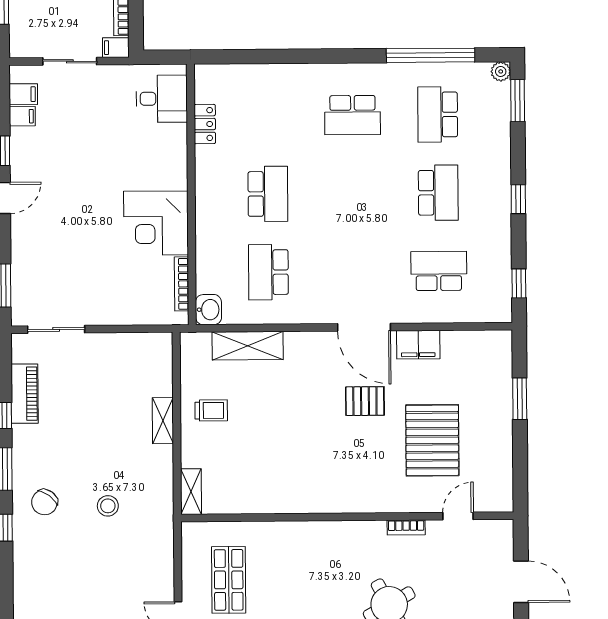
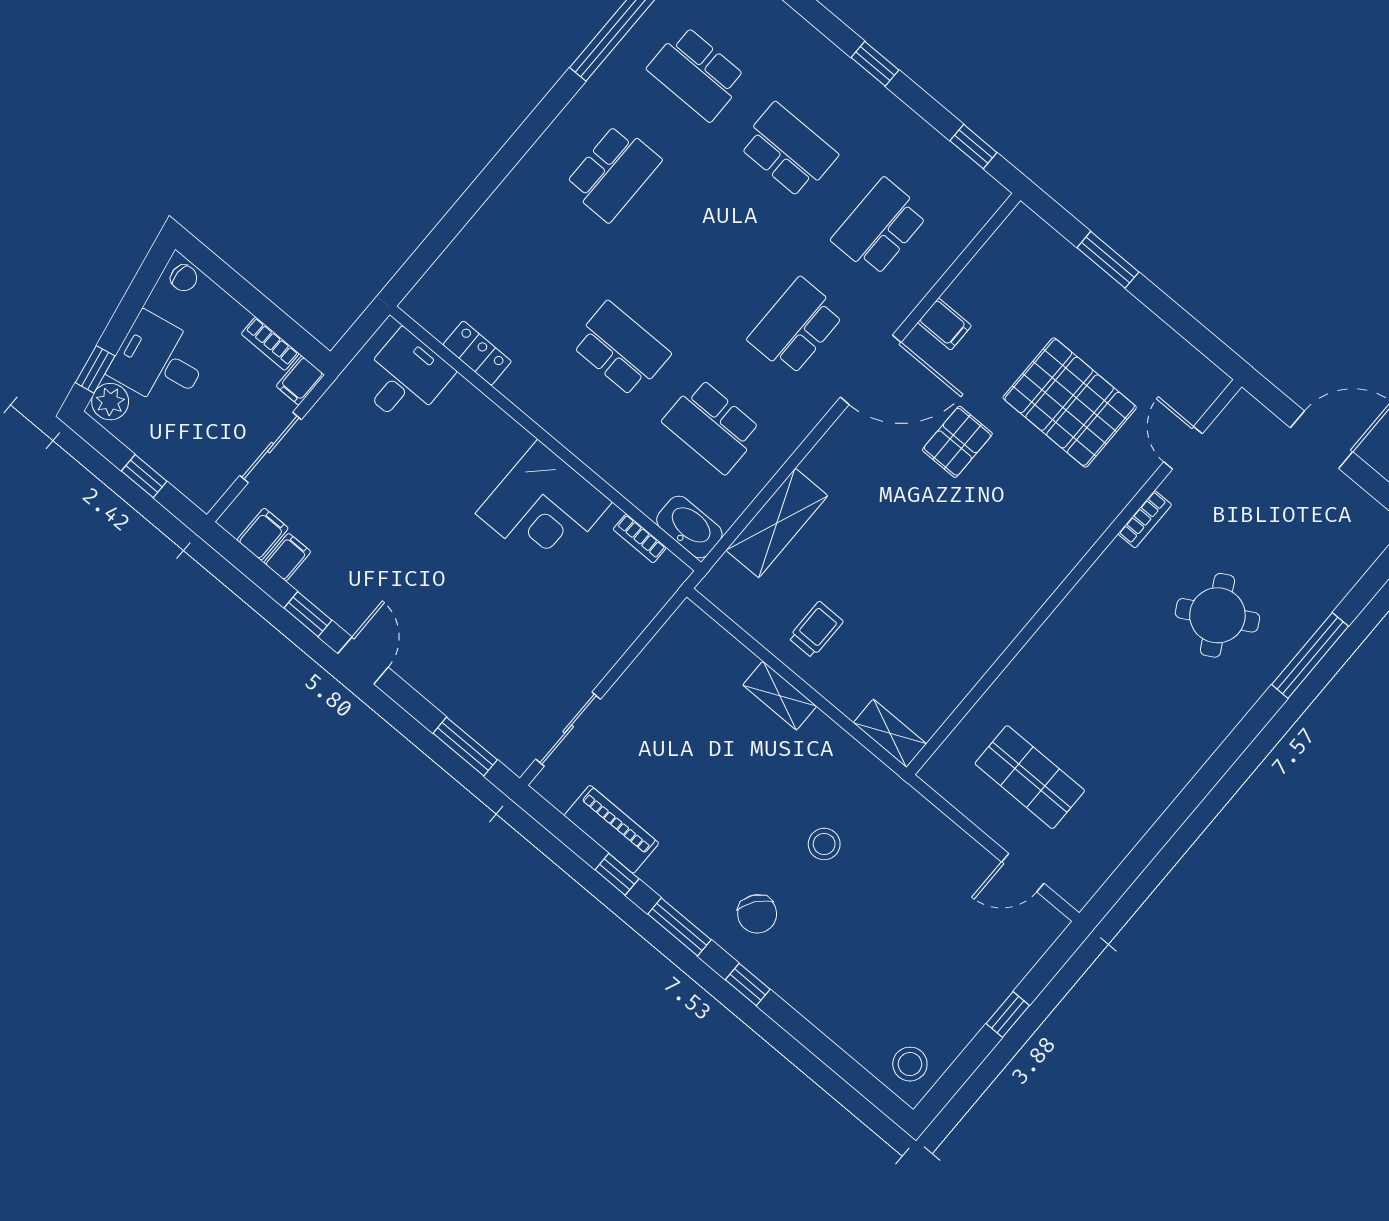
school desk: (354, 272) -> (796, 327), added
bookcase: (182, 284) -> (640, 539), width x0.64
washbasin: (208, 310) -> (689, 527), width x1.38
filing cabinet: (418, 345) -> (945, 324), width x0.50

